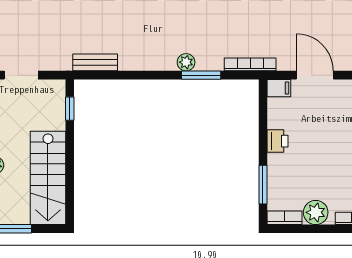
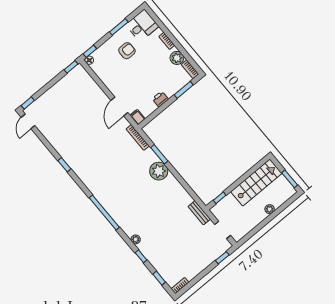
bench: (95, 62) -> (199, 213), moved
plant: (186, 62) -> (159, 171), width x1.87, depth x1.87

